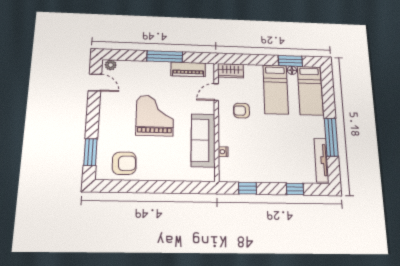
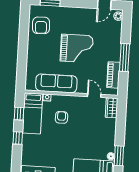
bed: (276, 89) -> (32, 113), moved, turned -90
armchair: (242, 111) -> (62, 117), moved
window: (295, 189) -> (18, 138), moved

